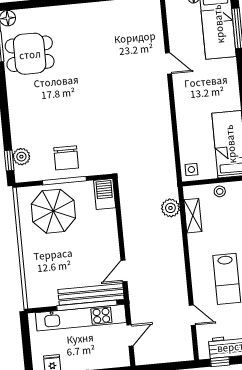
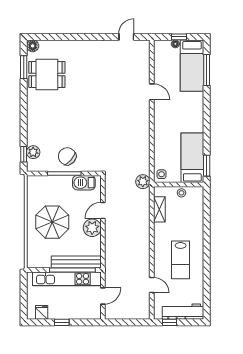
chair: (66, 158) -> (67, 156), turned 132
barbecue: (105, 194) -> (84, 183), moved, turned -90
plant: (170, 208) -> (143, 182), moved
parasol: (53, 211) -> (52, 222), moved
plant: (108, 248) -> (92, 228), added
door: (124, 271) -> (103, 210), moved

